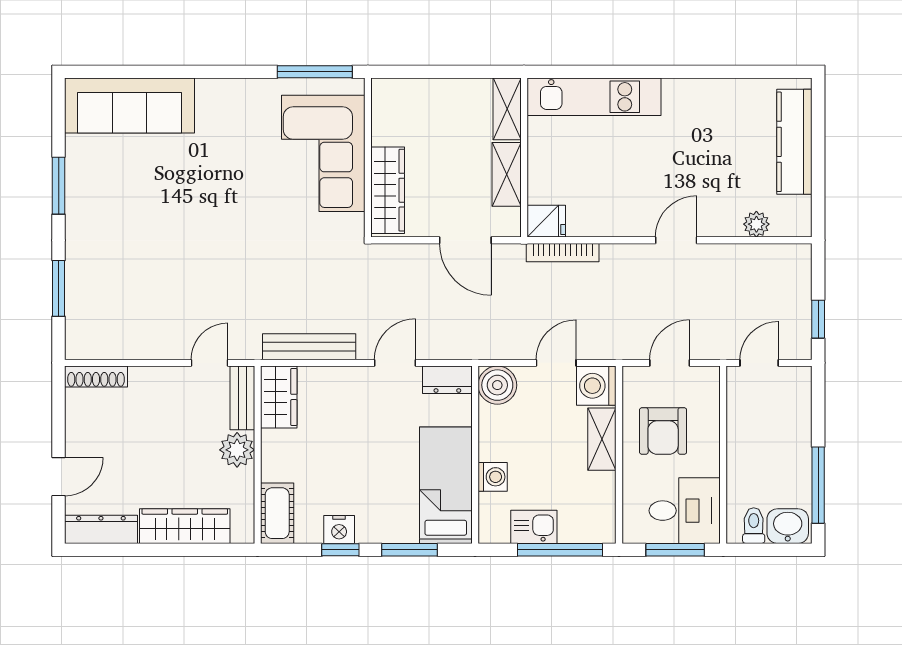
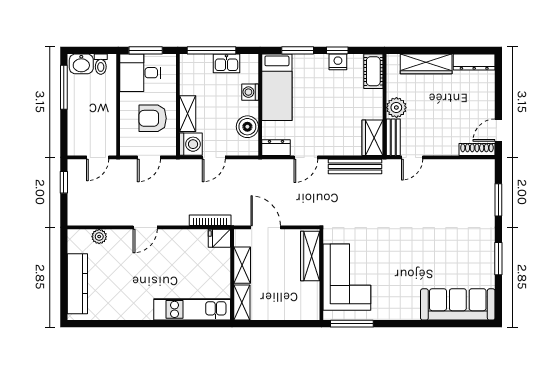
boiler: (497, 385) -> (247, 127), moved
armchair: (663, 431) -> (153, 118), turned -90
door: (59, 477) -> (498, 130), moved

